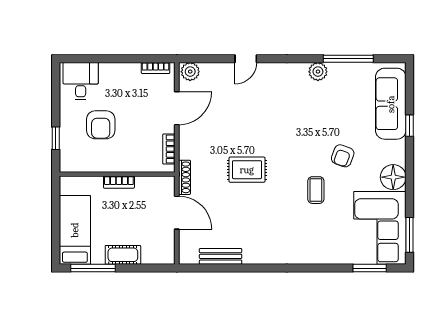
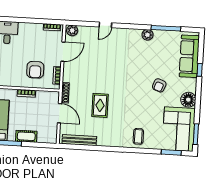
armchair: (101, 125) -> (35, 70), moved
rug: (247, 170) -> (100, 105), moved, turned 90
coffee table: (316, 190) -> (138, 136), moved
bench: (221, 256) -> (79, 140), width x1.36

